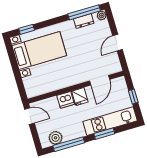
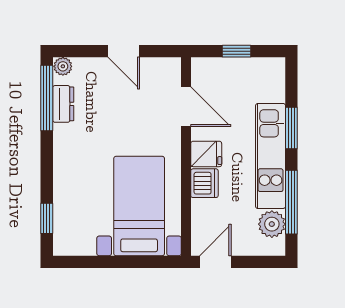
bed with nightstands: (39, 51) -> (139, 206), moved
kitchen unit: (110, 121) -> (271, 156), moved

